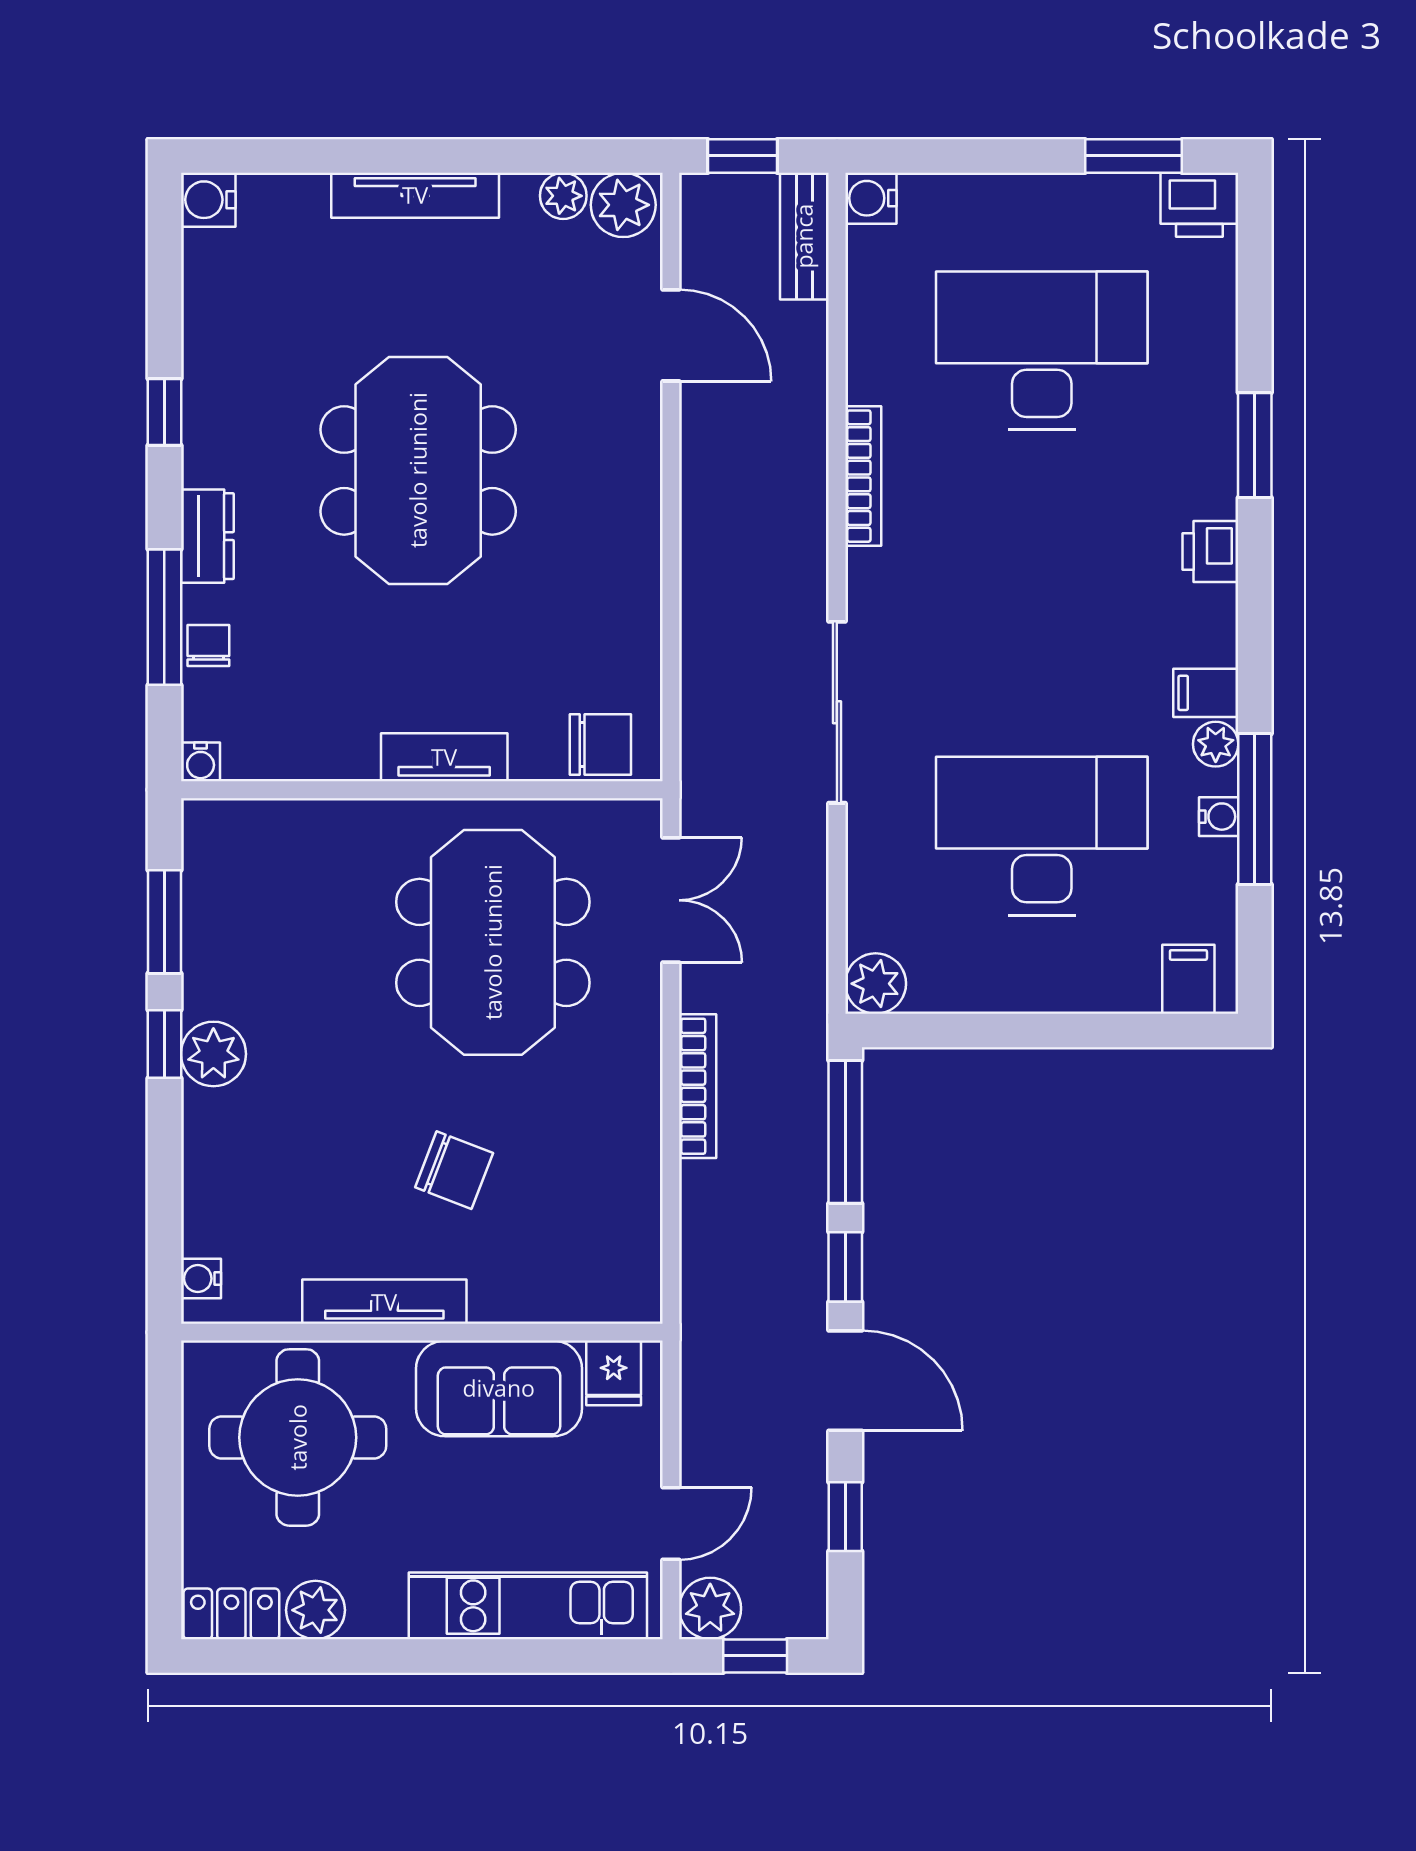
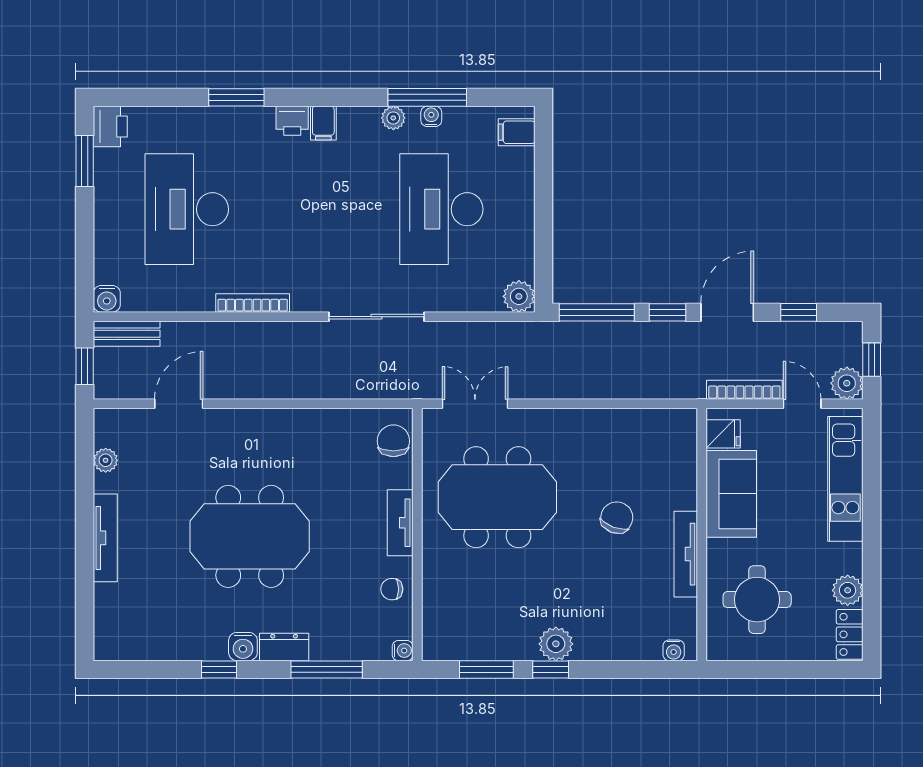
water cooler: (208, 200) -> (243, 647), moved
plant: (623, 205) -> (110, 429), removed
chair: (208, 645) -> (392, 589), moved
filing cabinet: (1206, 693) -> (323, 123), moved
bookcase: (698, 1086) -> (744, 390), moved
round table: (298, 1437) -> (757, 600), width x0.73, depth x0.73

